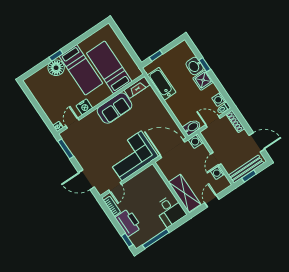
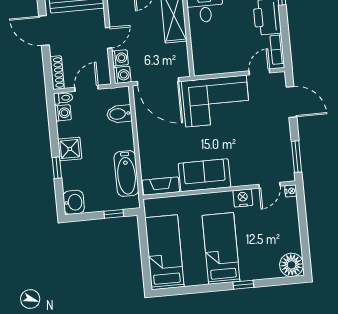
washbasin: (195, 66) -> (74, 202), moved
bed: (109, 67) -> (164, 252), moved, turned 180
floor lamp: (56, 68) -> (292, 265), moved
door: (213, 122) -> (86, 88), swing flipped
bidet: (192, 127) -> (119, 114), moved
washing machine: (217, 173) -> (120, 58), moved

